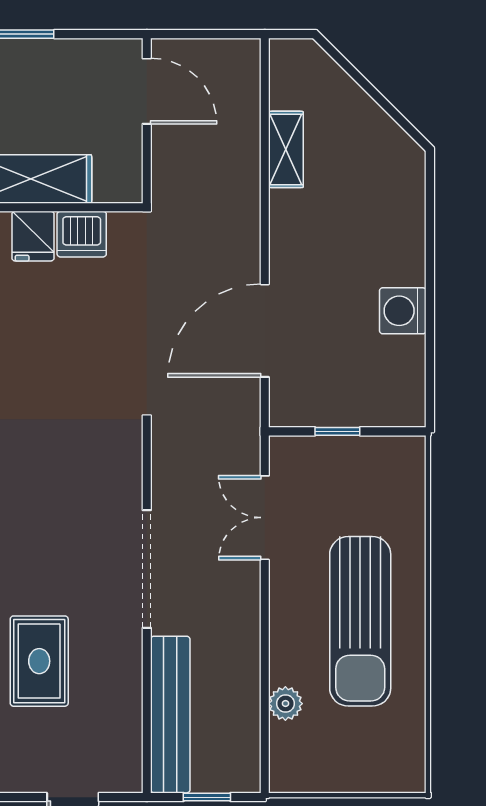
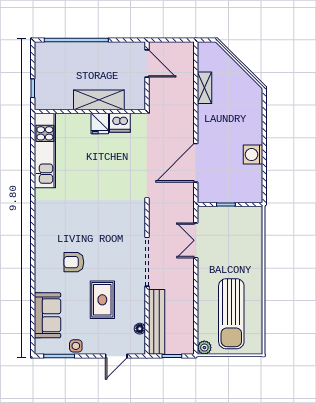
sun lounger: (360, 621) -> (231, 314), moved
plant: (285, 704) -> (204, 348), moved
floor lamp: (130, 731) -> (140, 329), added

